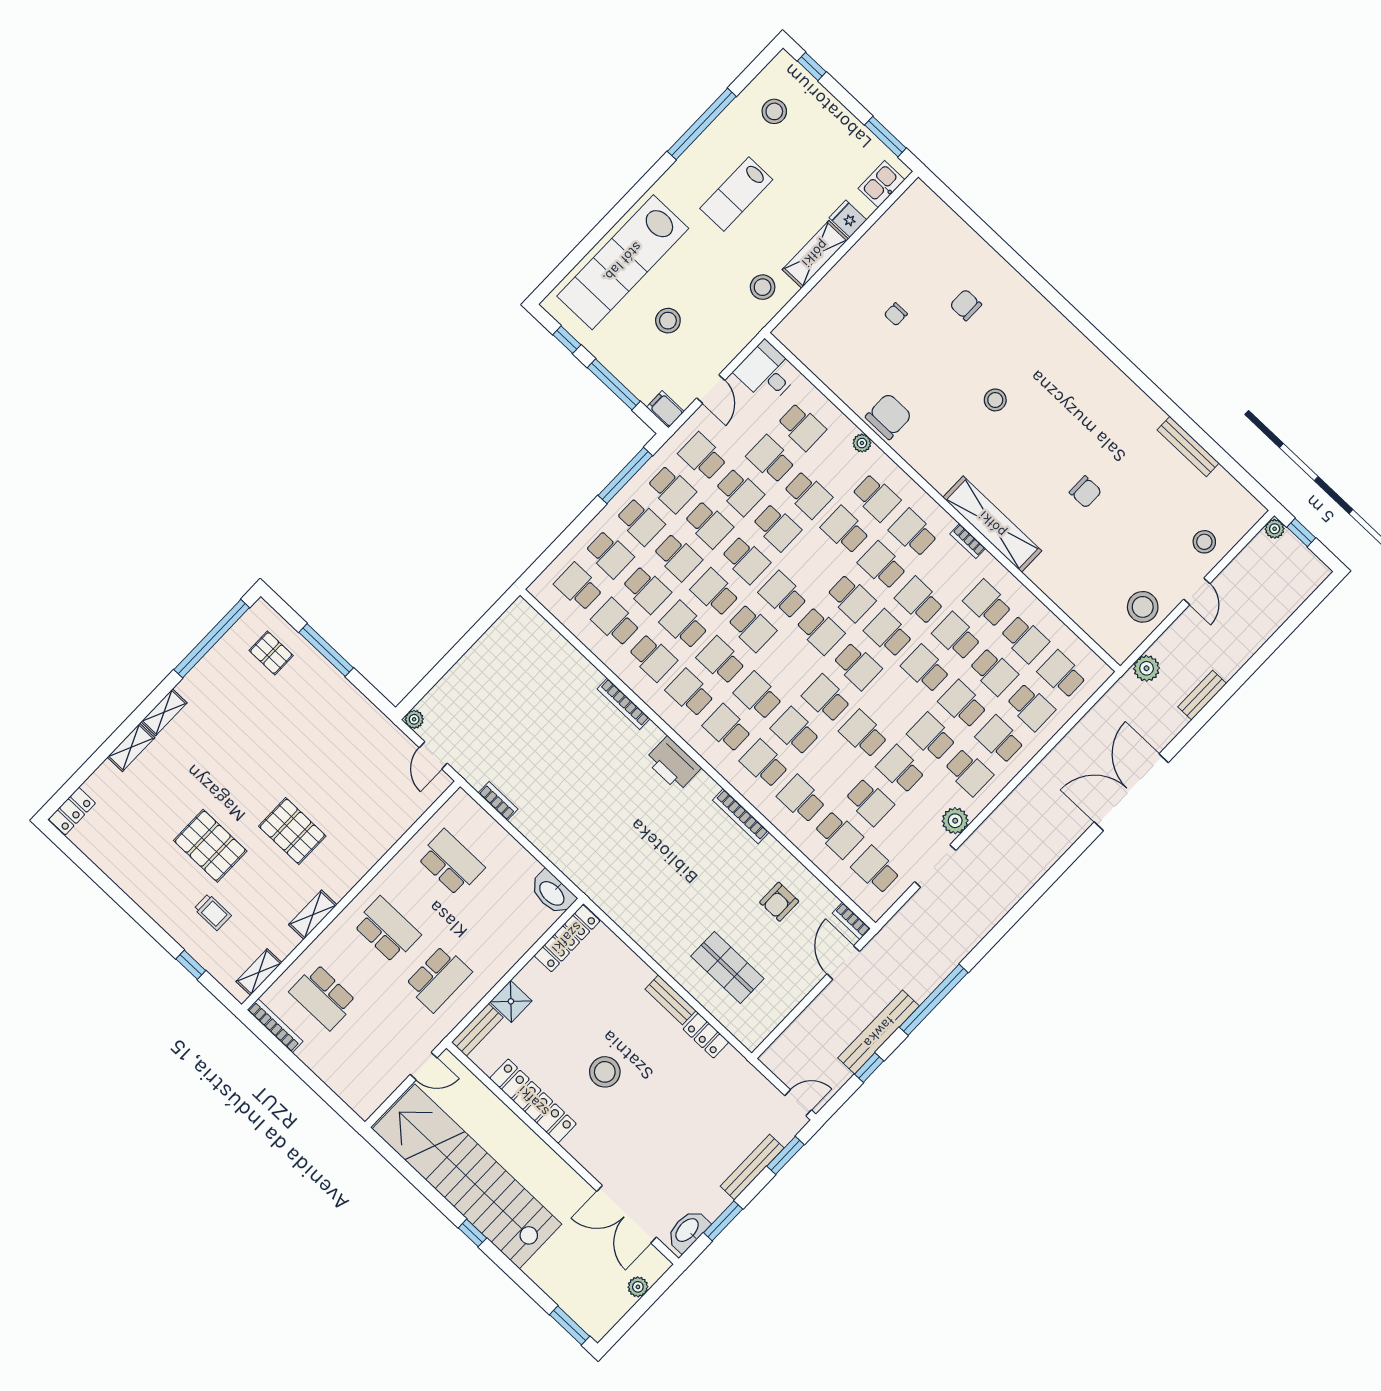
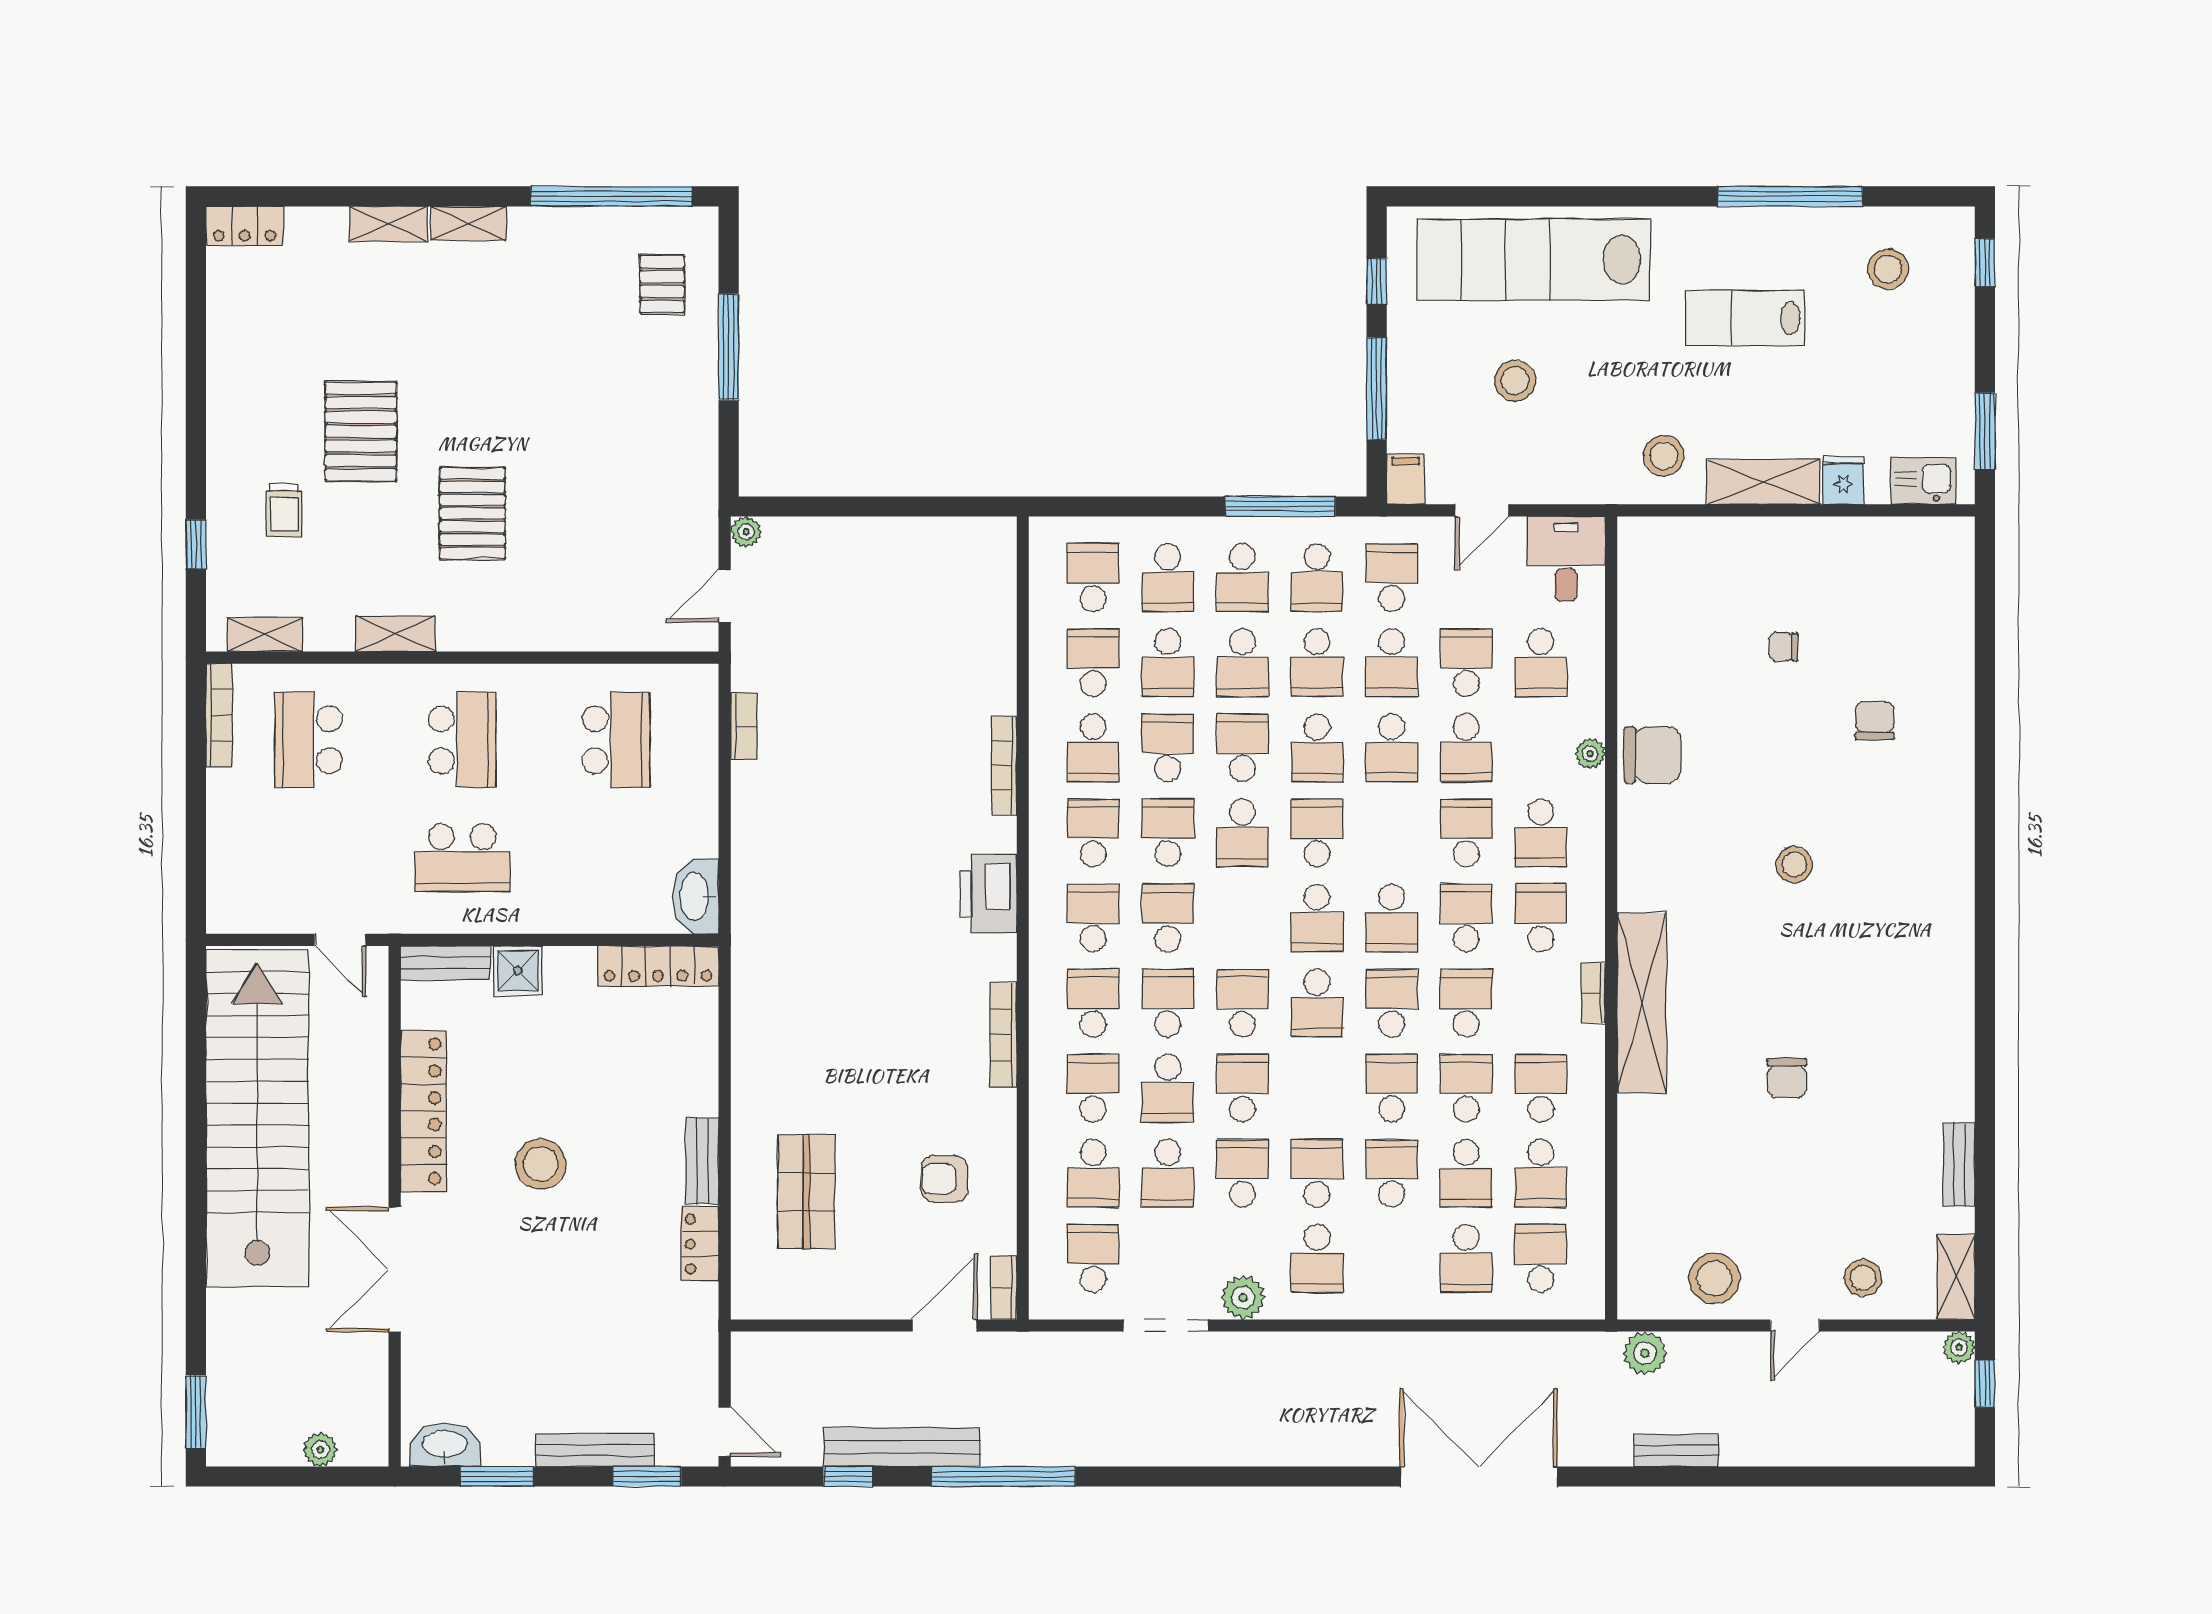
bench: (1188, 446) -> (1959, 1164), width x0.73
shelving: (1243, 501) -> (1956, 1277), added
school desk: (1000, 740) -> (1168, 1088), moved, turned 180
double door: (627, 1214) -> (395, 1269), moved
window: (472, 1233) -> (196, 1189), removed

